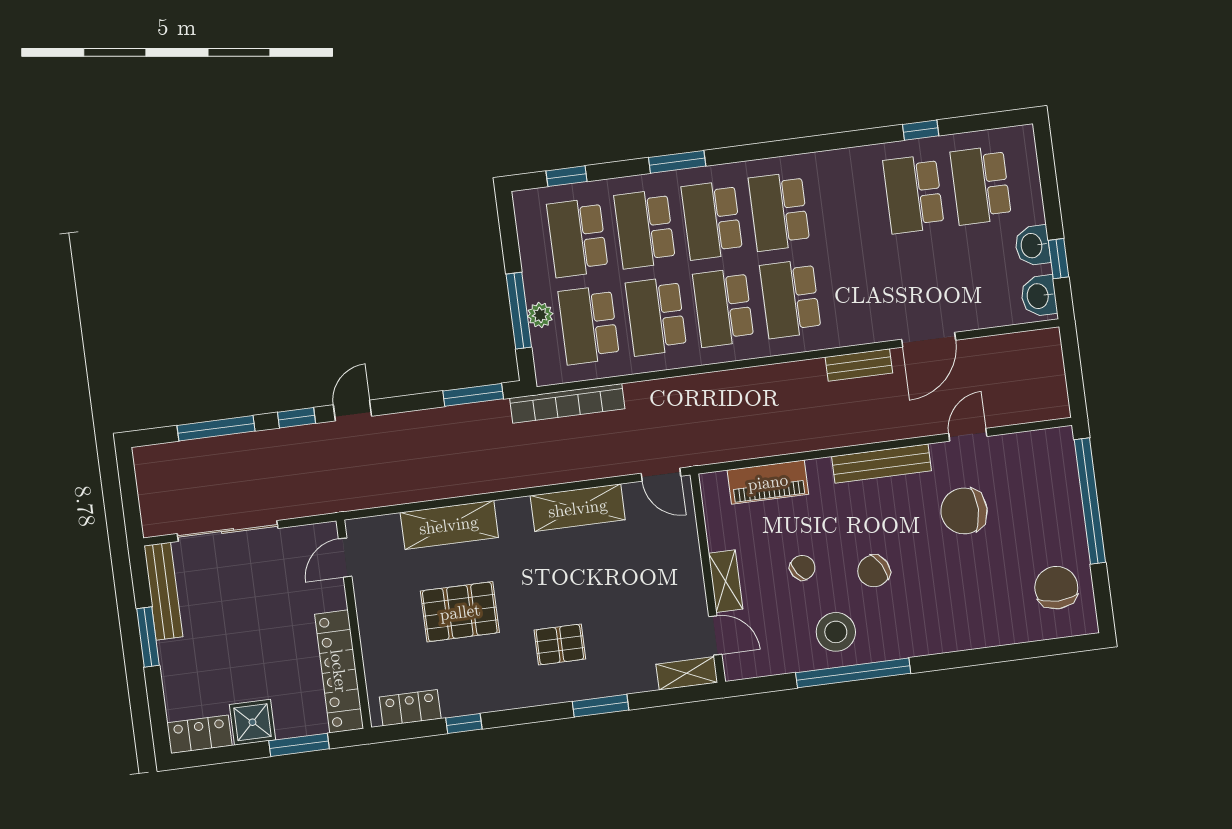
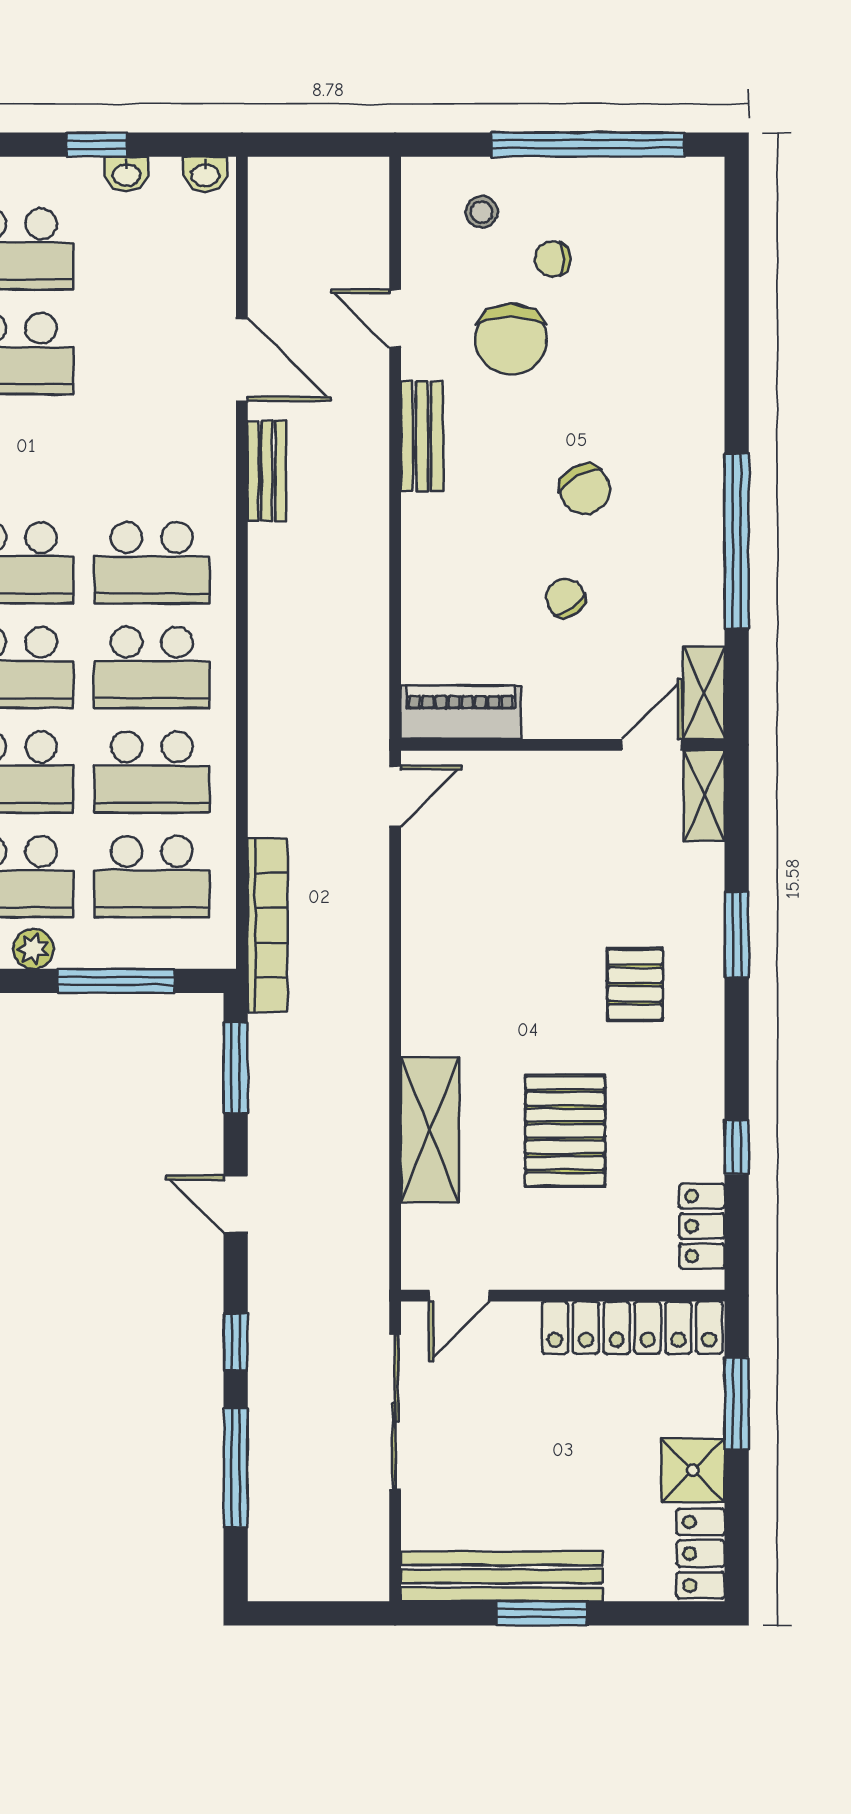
washbasin: (1032, 245) -> (126, 174), width x0.72, depth x0.69
window: (1058, 259) -> (96, 145), moved
washbasin: (1039, 296) -> (205, 174), width x0.72, depth x0.69
plant: (540, 315) -> (33, 949), moved
door: (353, 411) -> (236, 1204), moved
bench: (882, 464) -> (422, 436), width x0.73
piano: (768, 482) -> (461, 712), moved, turned -90
window: (1090, 501) -> (588, 145), moved
shelving: (578, 508) -> (429, 930), removed
sliding door: (228, 531) -> (395, 1412), moved
door: (345, 558) -> (459, 1296), hinge flipped
shelving: (726, 581) -> (704, 693), moved, turned 90
chair: (1056, 588) -> (553, 259), moved, width x0.54, depth x0.54
bench: (163, 591) -> (502, 1576), width x1.37, depth x1.21
stool: (836, 632) -> (482, 212), moved, width x0.53, depth x0.53

